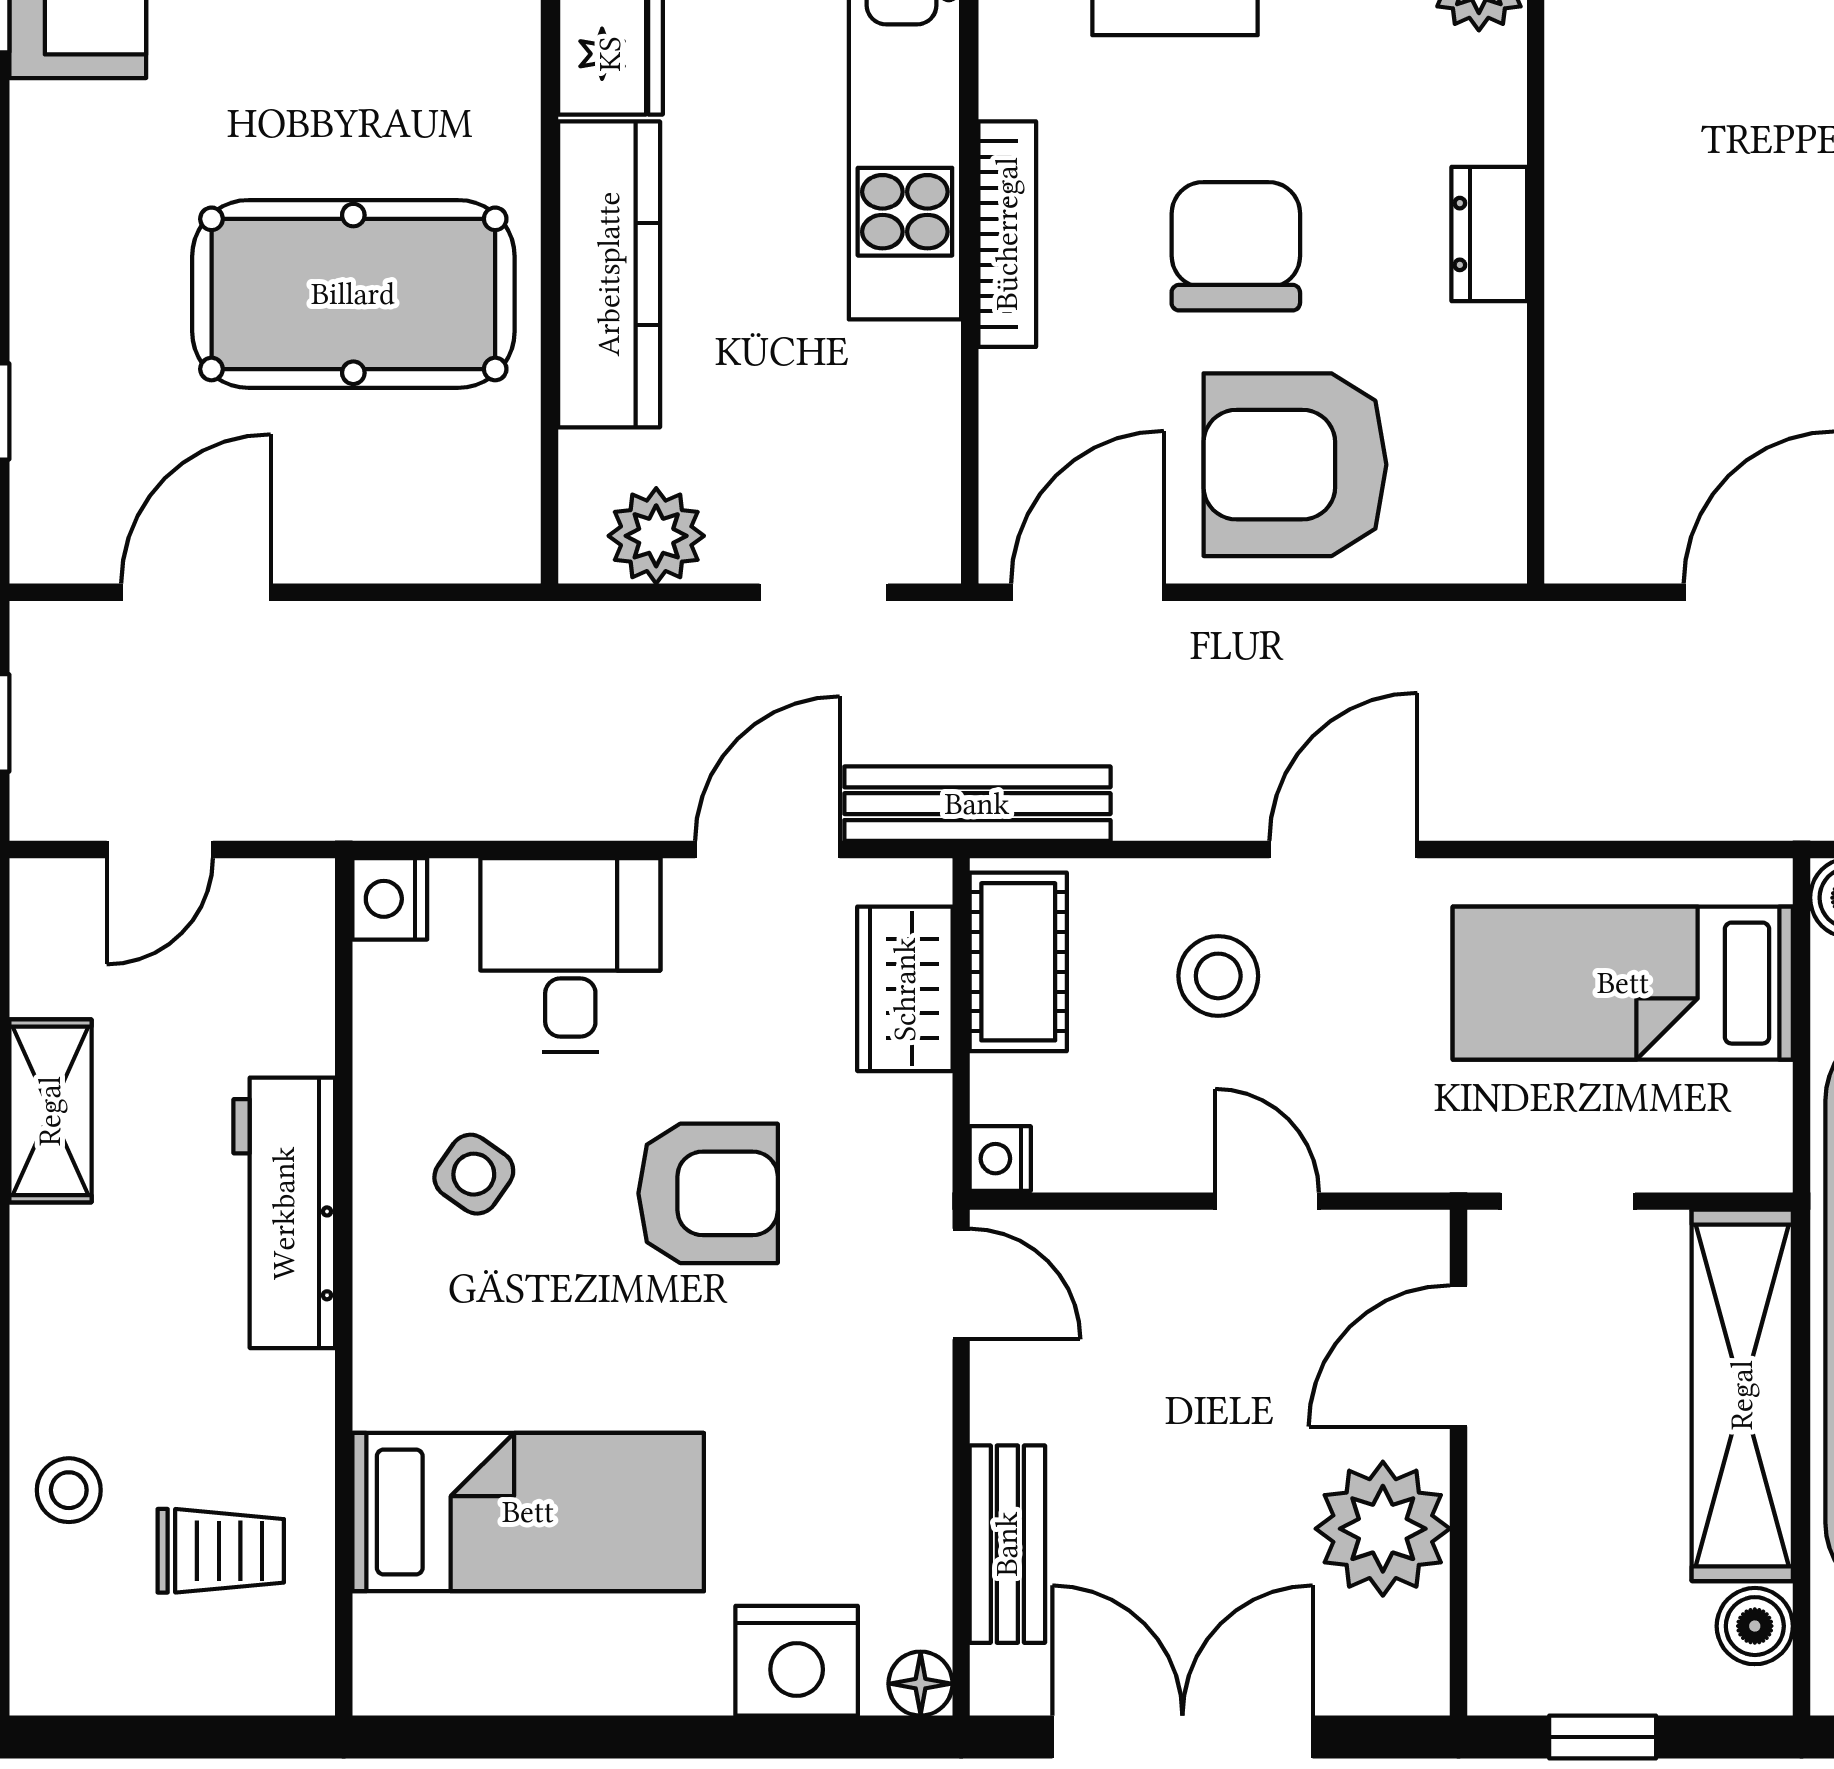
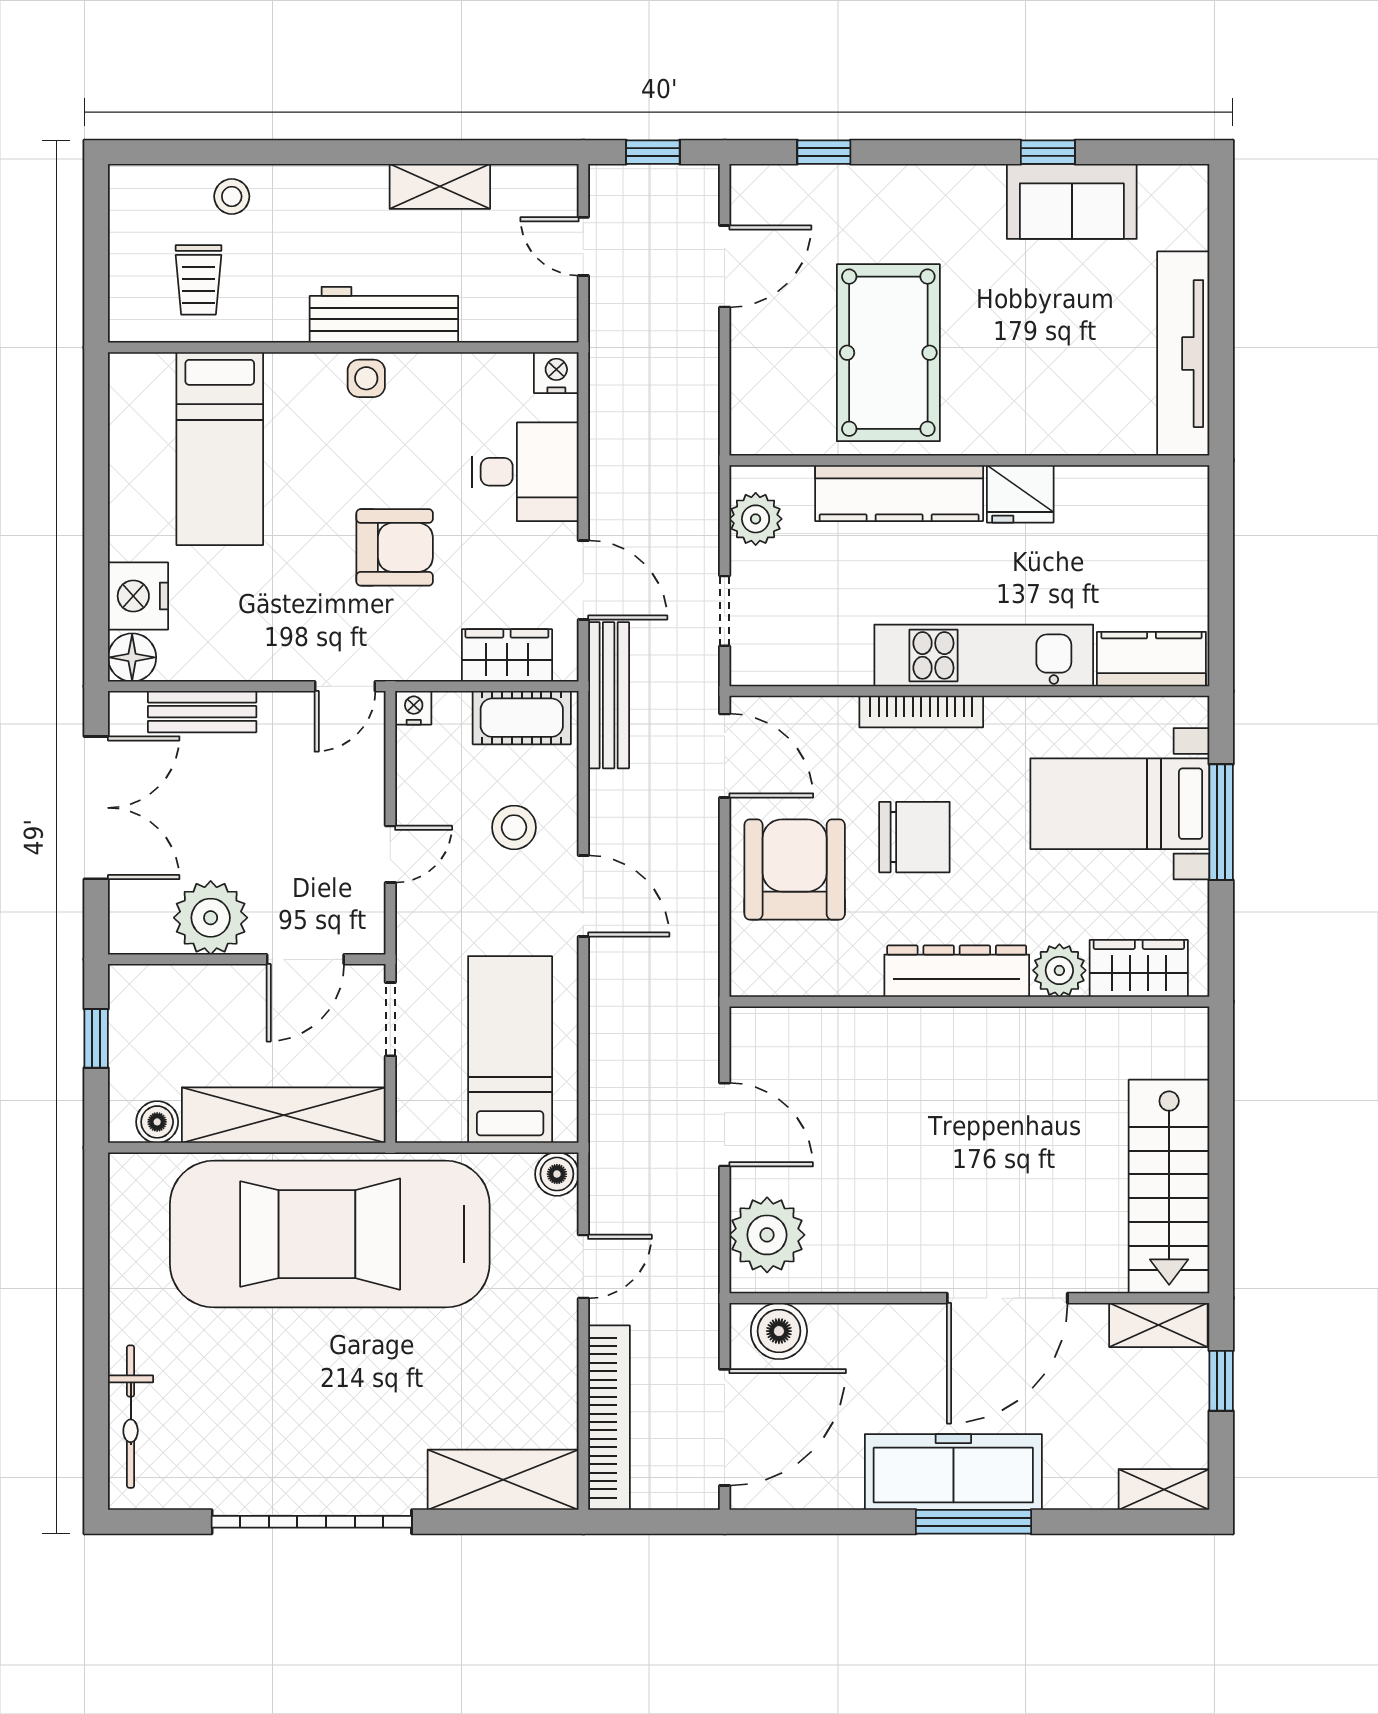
dresser: (1489, 234) -> (957, 971), width x1.96, depth x1.24
door: (196, 592) -> (725, 266), hinge flipped
side table: (474, 1174) -> (366, 378), moved, turned -35
armchair: (708, 1193) -> (395, 547), turned -90
door: (1458, 1356) -> (305, 959), swing flipped
floor lamp: (921, 1684) -> (132, 657), width x1.37, depth x1.37

